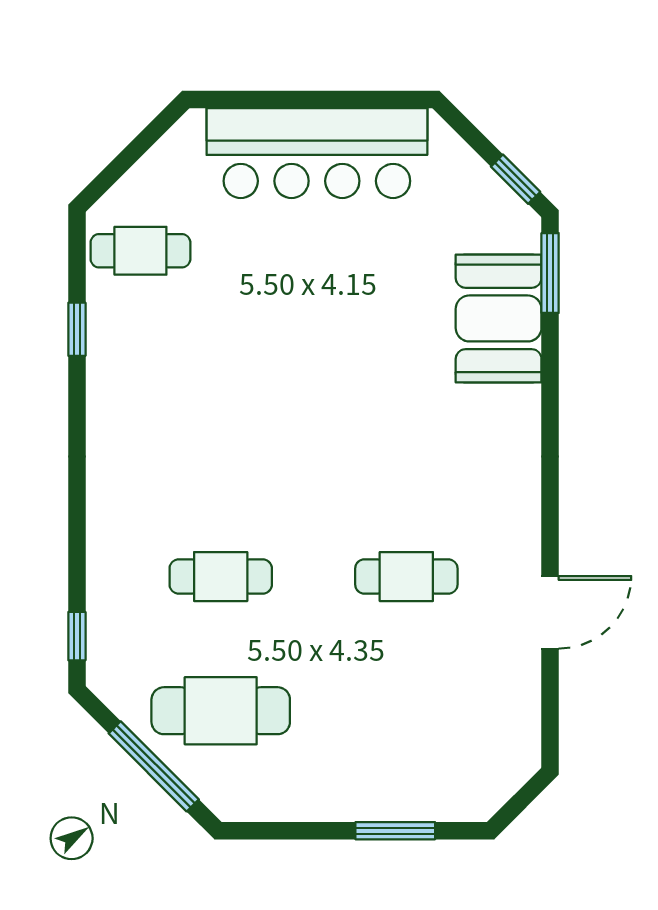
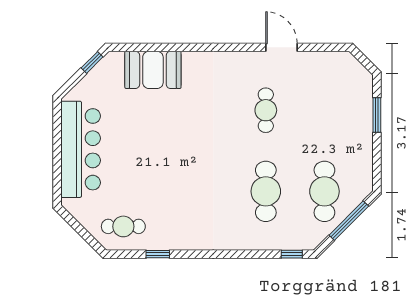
cafe table: (140, 251) -> (123, 226), turned 90
window: (550, 273) -> (133, 47), removed
cafe table: (221, 577) -> (266, 191), width x1.37, depth x1.35

